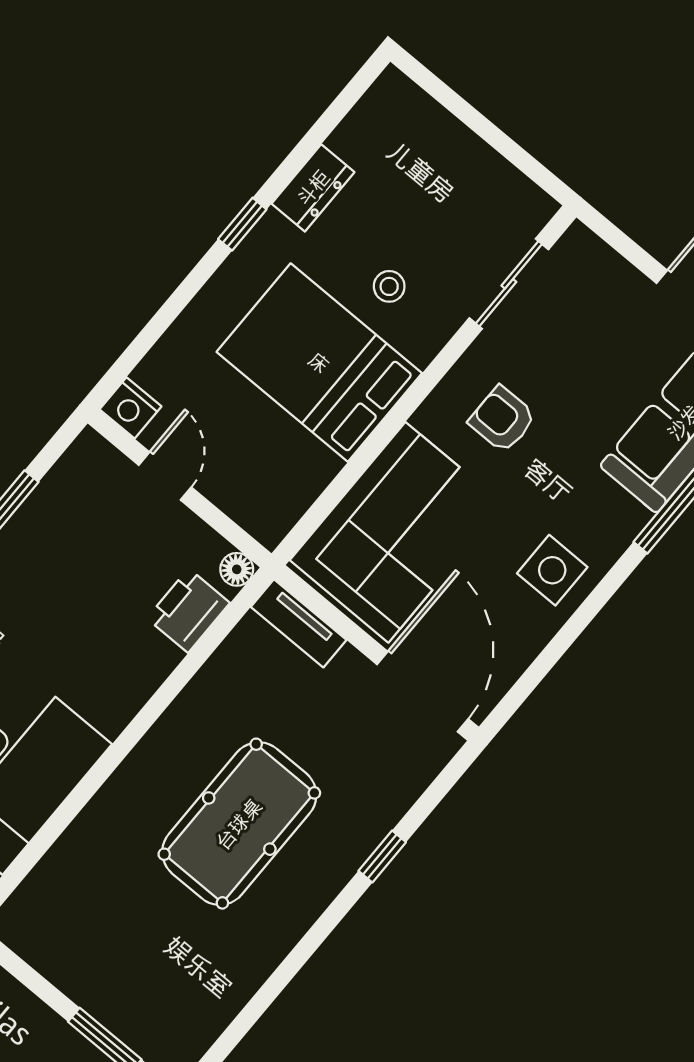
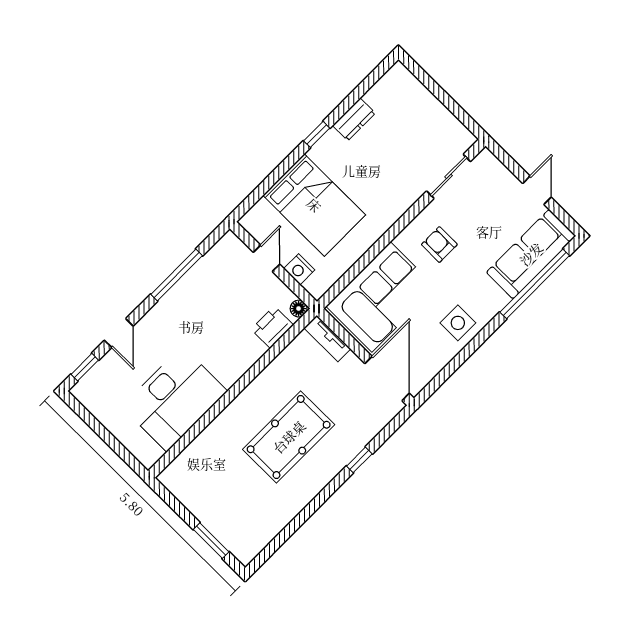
stool: (389, 286) -> (388, 172), removed
bed: (319, 363) -> (314, 205), moved, turned 180
nightstand: (130, 408) -> (299, 269), moved

